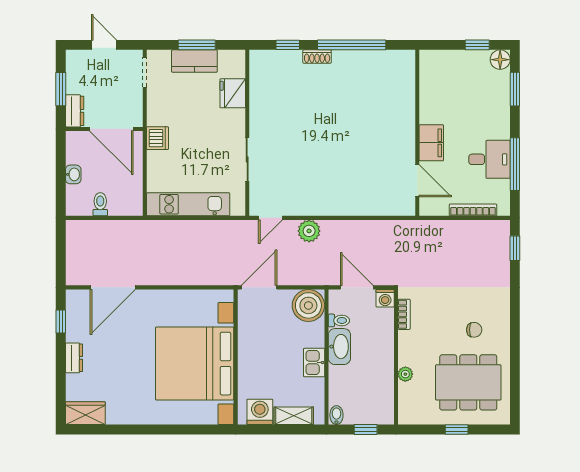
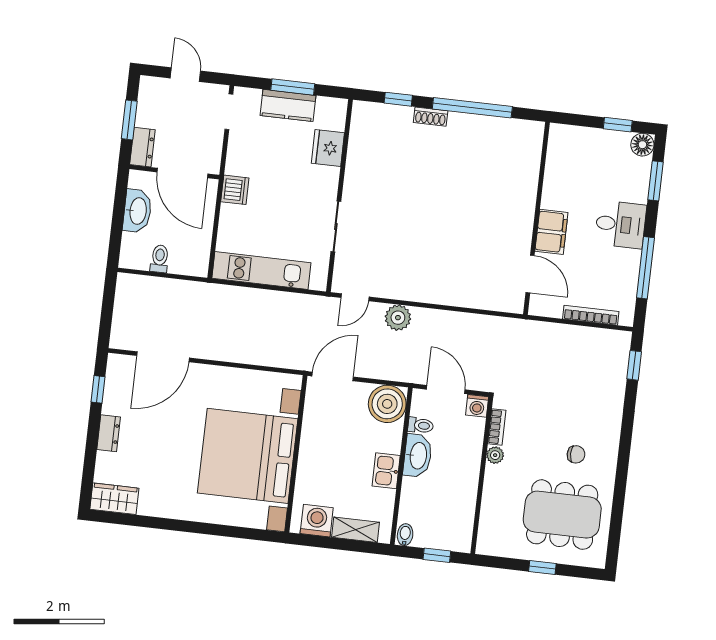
desk: (489, 159) -> (621, 225), moved
washbasin: (73, 174) -> (137, 211), width x1.91, depth x1.45
plant: (405, 374) -> (495, 455), moved

